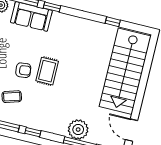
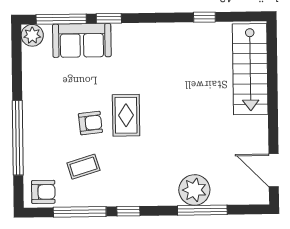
stairs: (125, 71) -> (250, 69), width x0.73, depth x0.66

